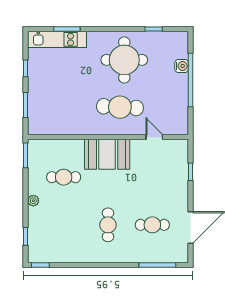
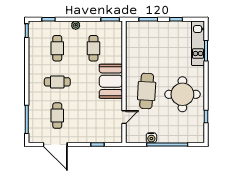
water cooler: (182, 66) -> (151, 138), moved
cafe table: (64, 225) -> (57, 48), added

